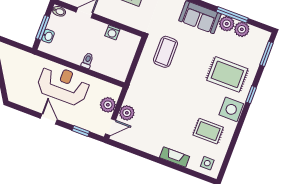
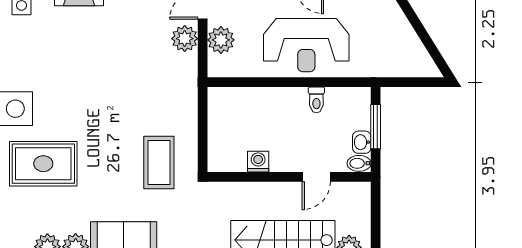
washbasin: (48, 36) -> (362, 142), moved
toilet: (87, 61) -> (316, 100), moved
rug: (208, 131) -> (40, 59), removed

